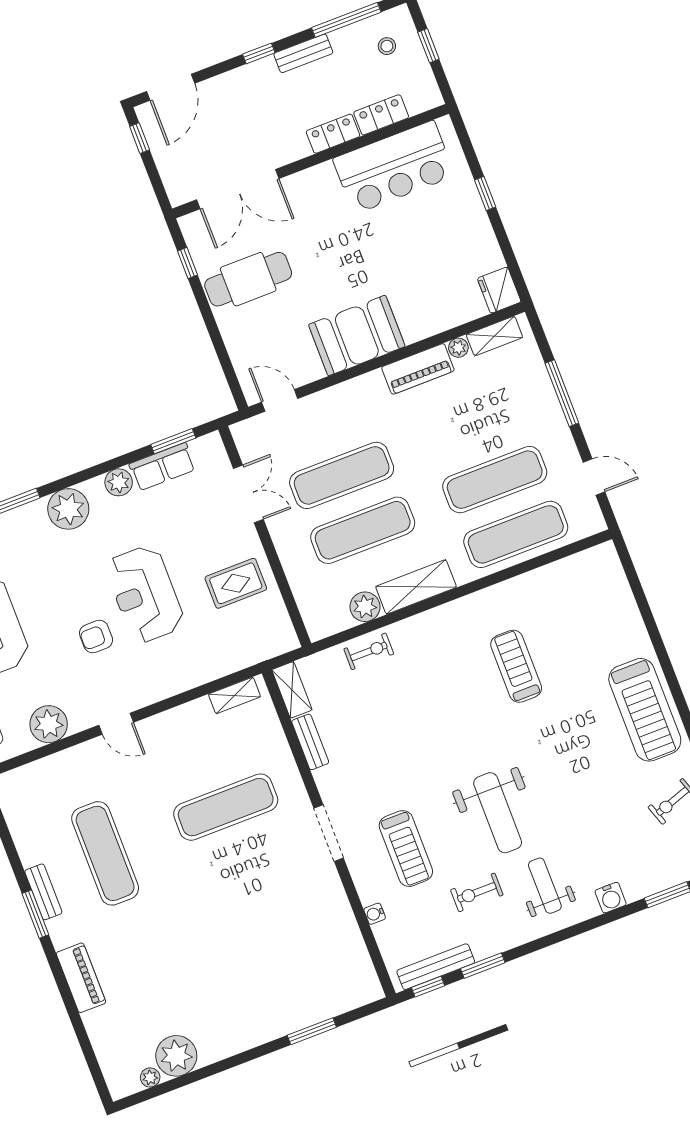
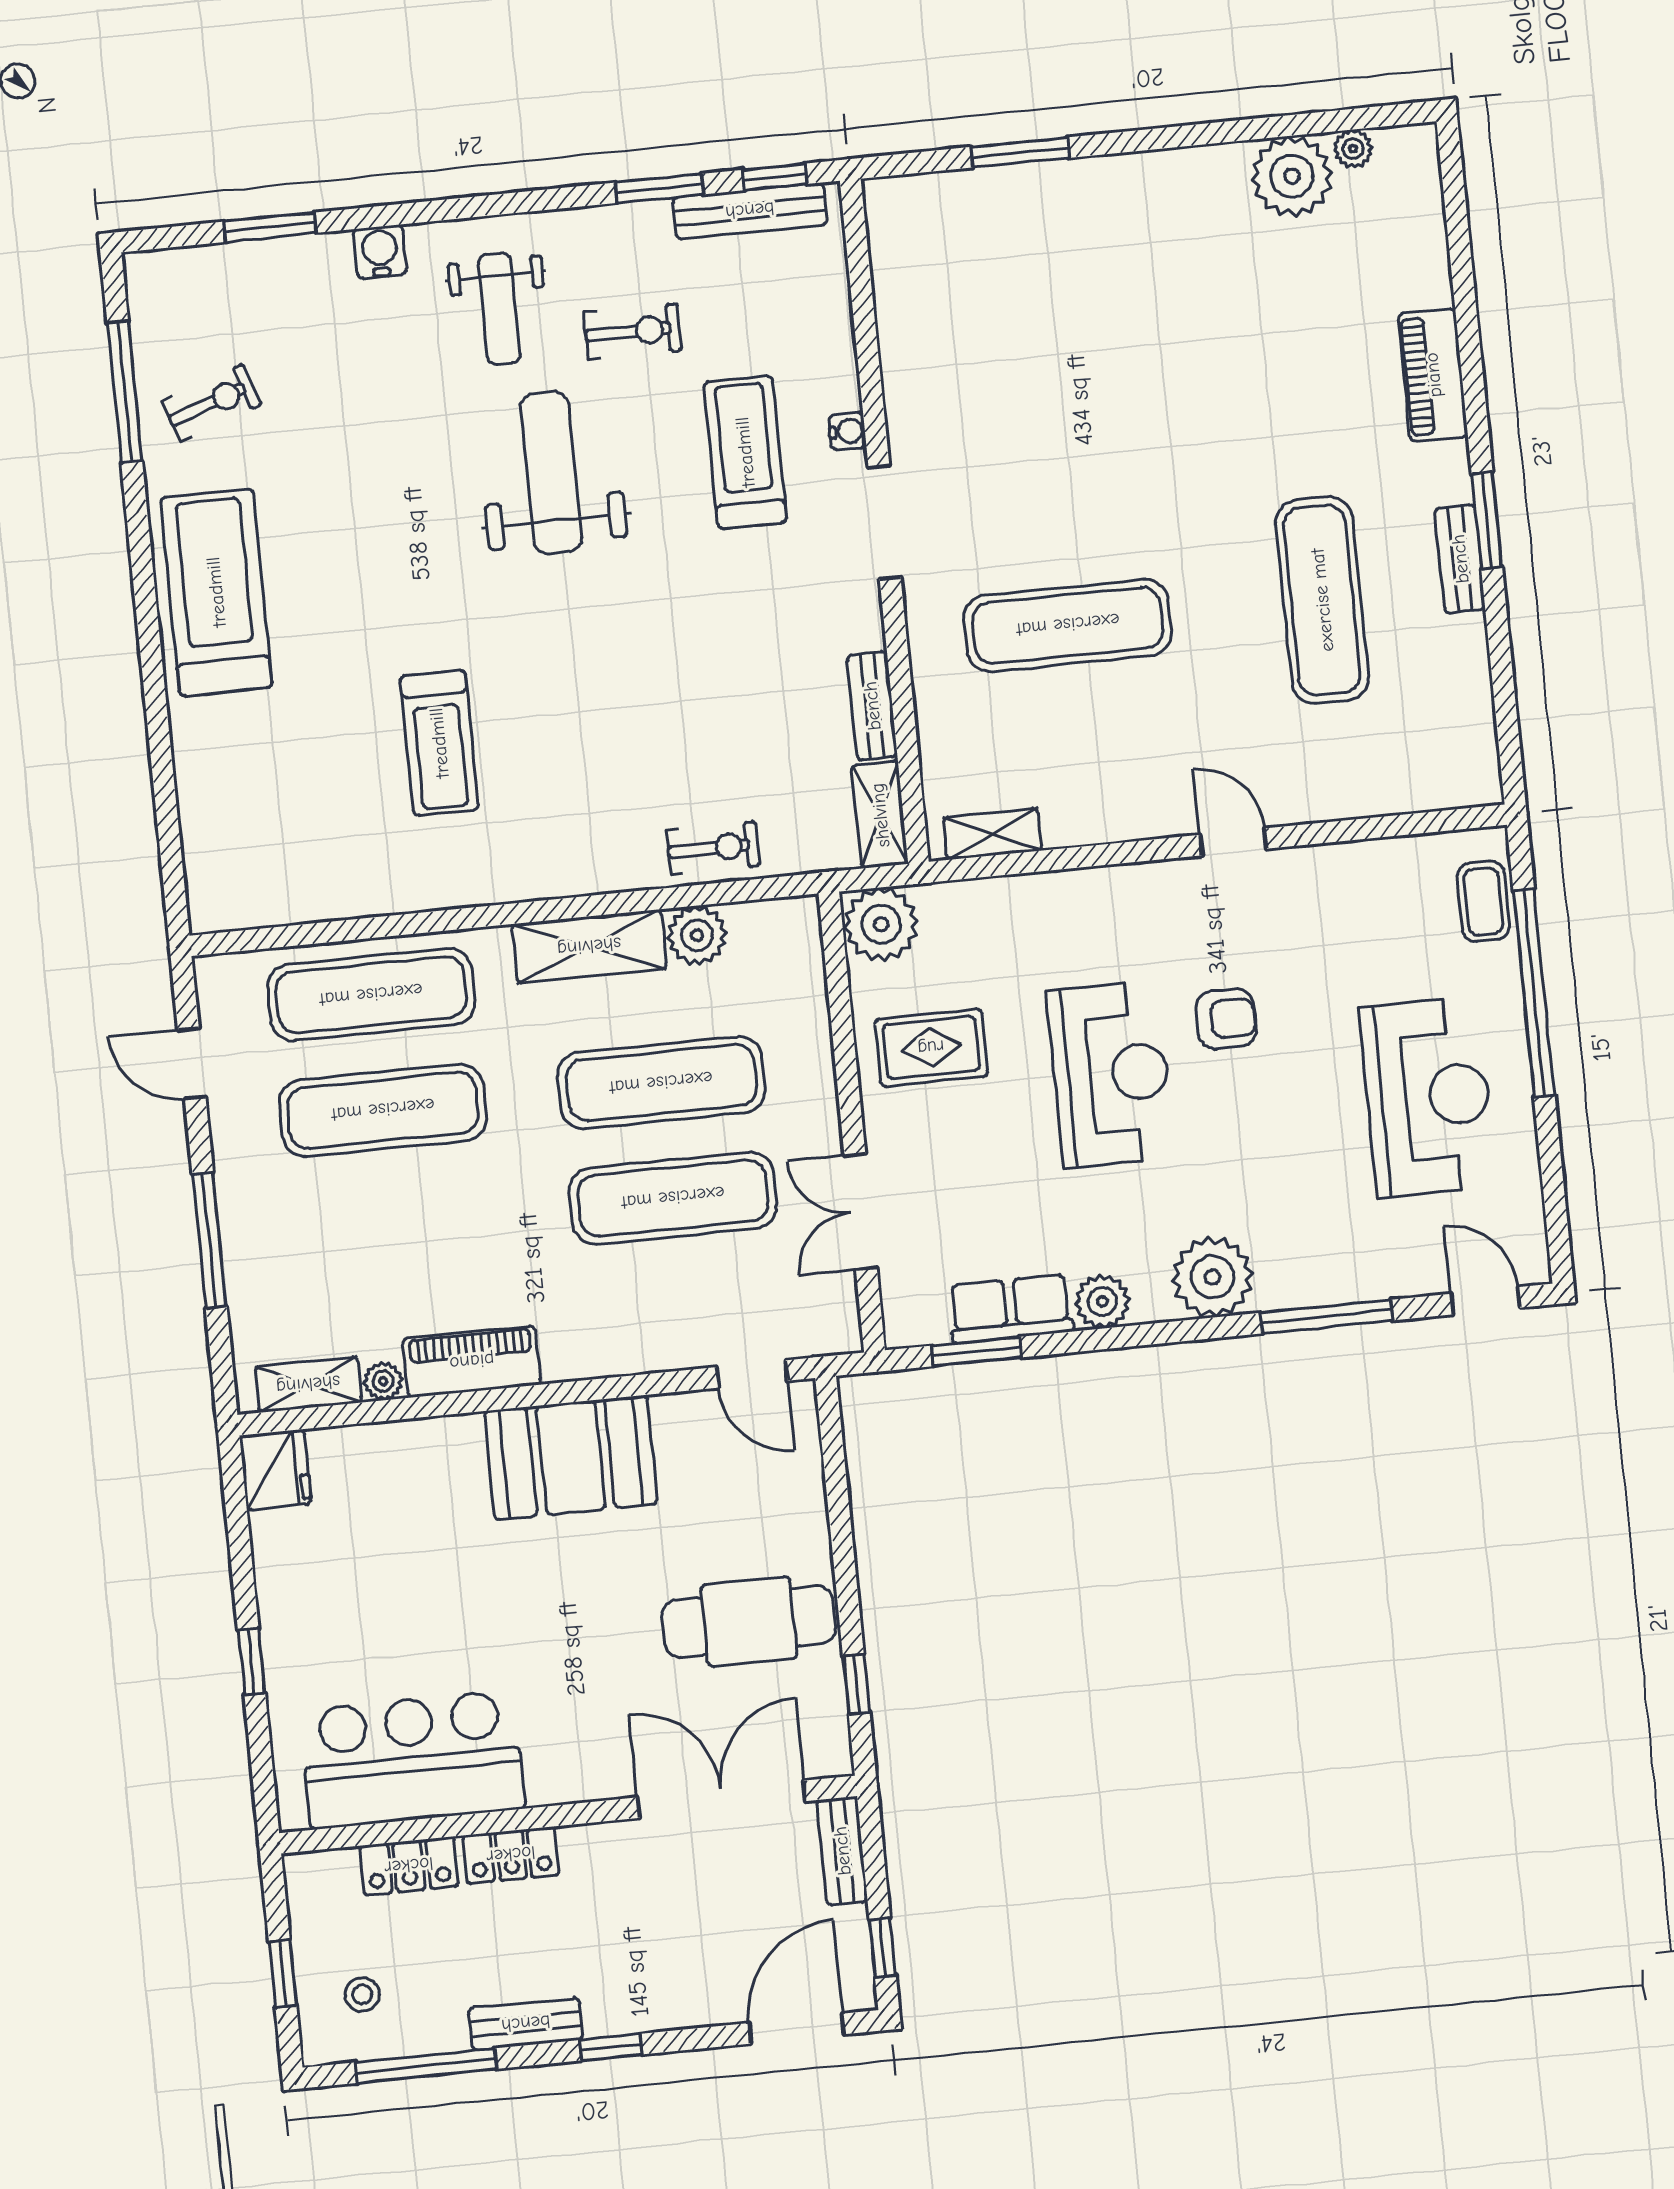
bench: (172, 180) -> (842, 1851), added
exercise bike: (369, 651) -> (713, 848), turned 180
plant: (49, 724) -> (881, 924), moved
water cooler: (375, 914) -> (847, 431), moved

